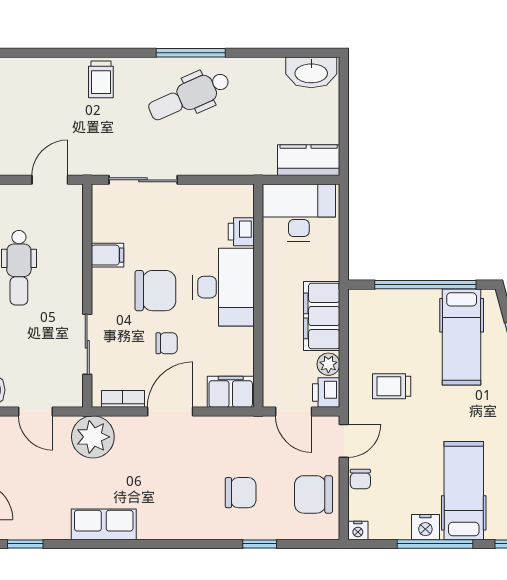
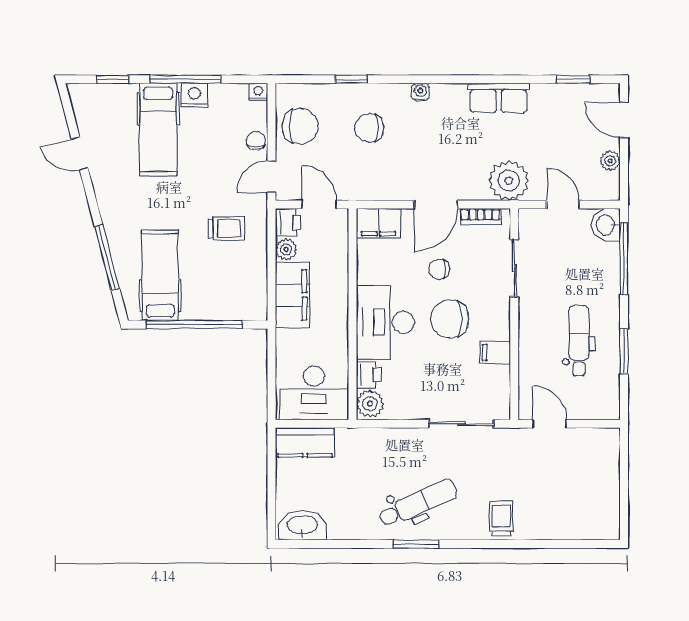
window: (191, 53) -> (416, 544), width x0.69
door: (50, 180) -> (550, 424), swing flipped
plant: (240, 201) -> (370, 404), added
water cooler: (187, 531) -> (420, 92), added

